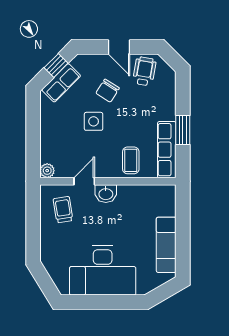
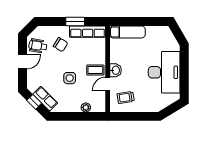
chair: (108, 91) -> (61, 45), moved
coffee table: (131, 160) -> (95, 70), moved
plant: (47, 171) -> (86, 107), moved
door: (84, 181) -> (108, 84), hinge flipped
exam couch: (166, 245) -> (127, 32), moved

